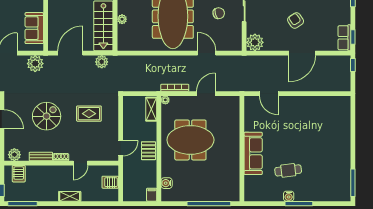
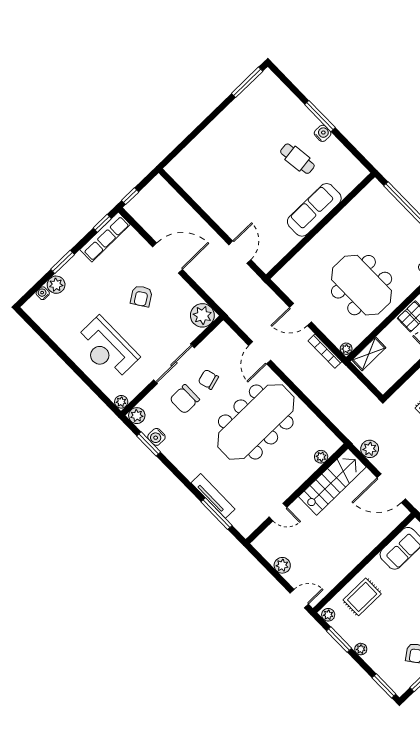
plant: (122, 19) -> (321, 457), moved
row of seats: (344, 38) -> (105, 237), width x1.48

